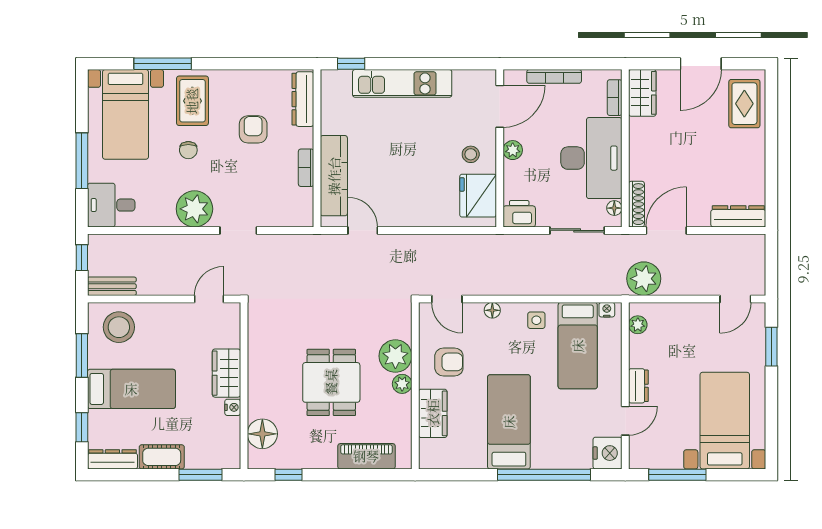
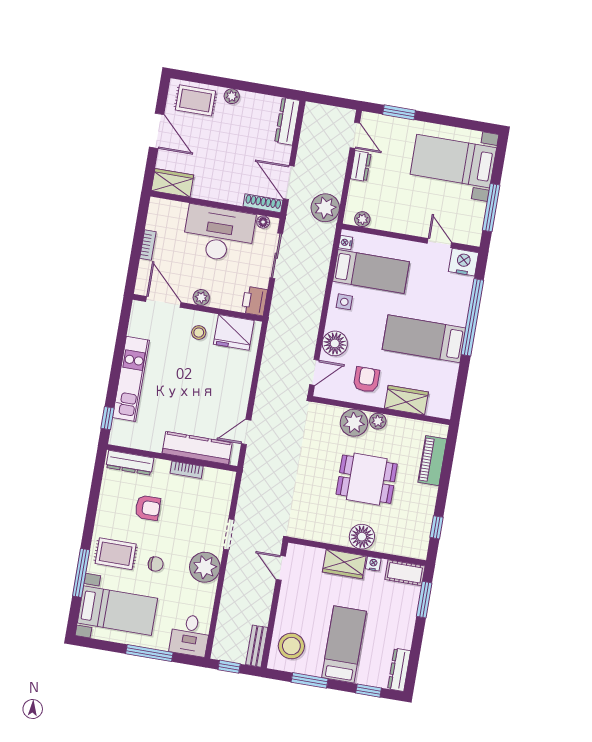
bookcase: (554, 76) -> (148, 245), width x0.64
bookcase: (615, 98) -> (172, 206), removed
armchair: (253, 129) -> (148, 508), turned 180
plant: (757, 146) -> (232, 96), added
floor lamp: (492, 310) -> (335, 343), width x1.89, depth x1.89
dresser: (638, 386) -> (361, 166), moved, turned 90
floor lamp: (262, 434) -> (362, 537), moved
cot: (162, 457) -> (405, 573), moved, turned 90

